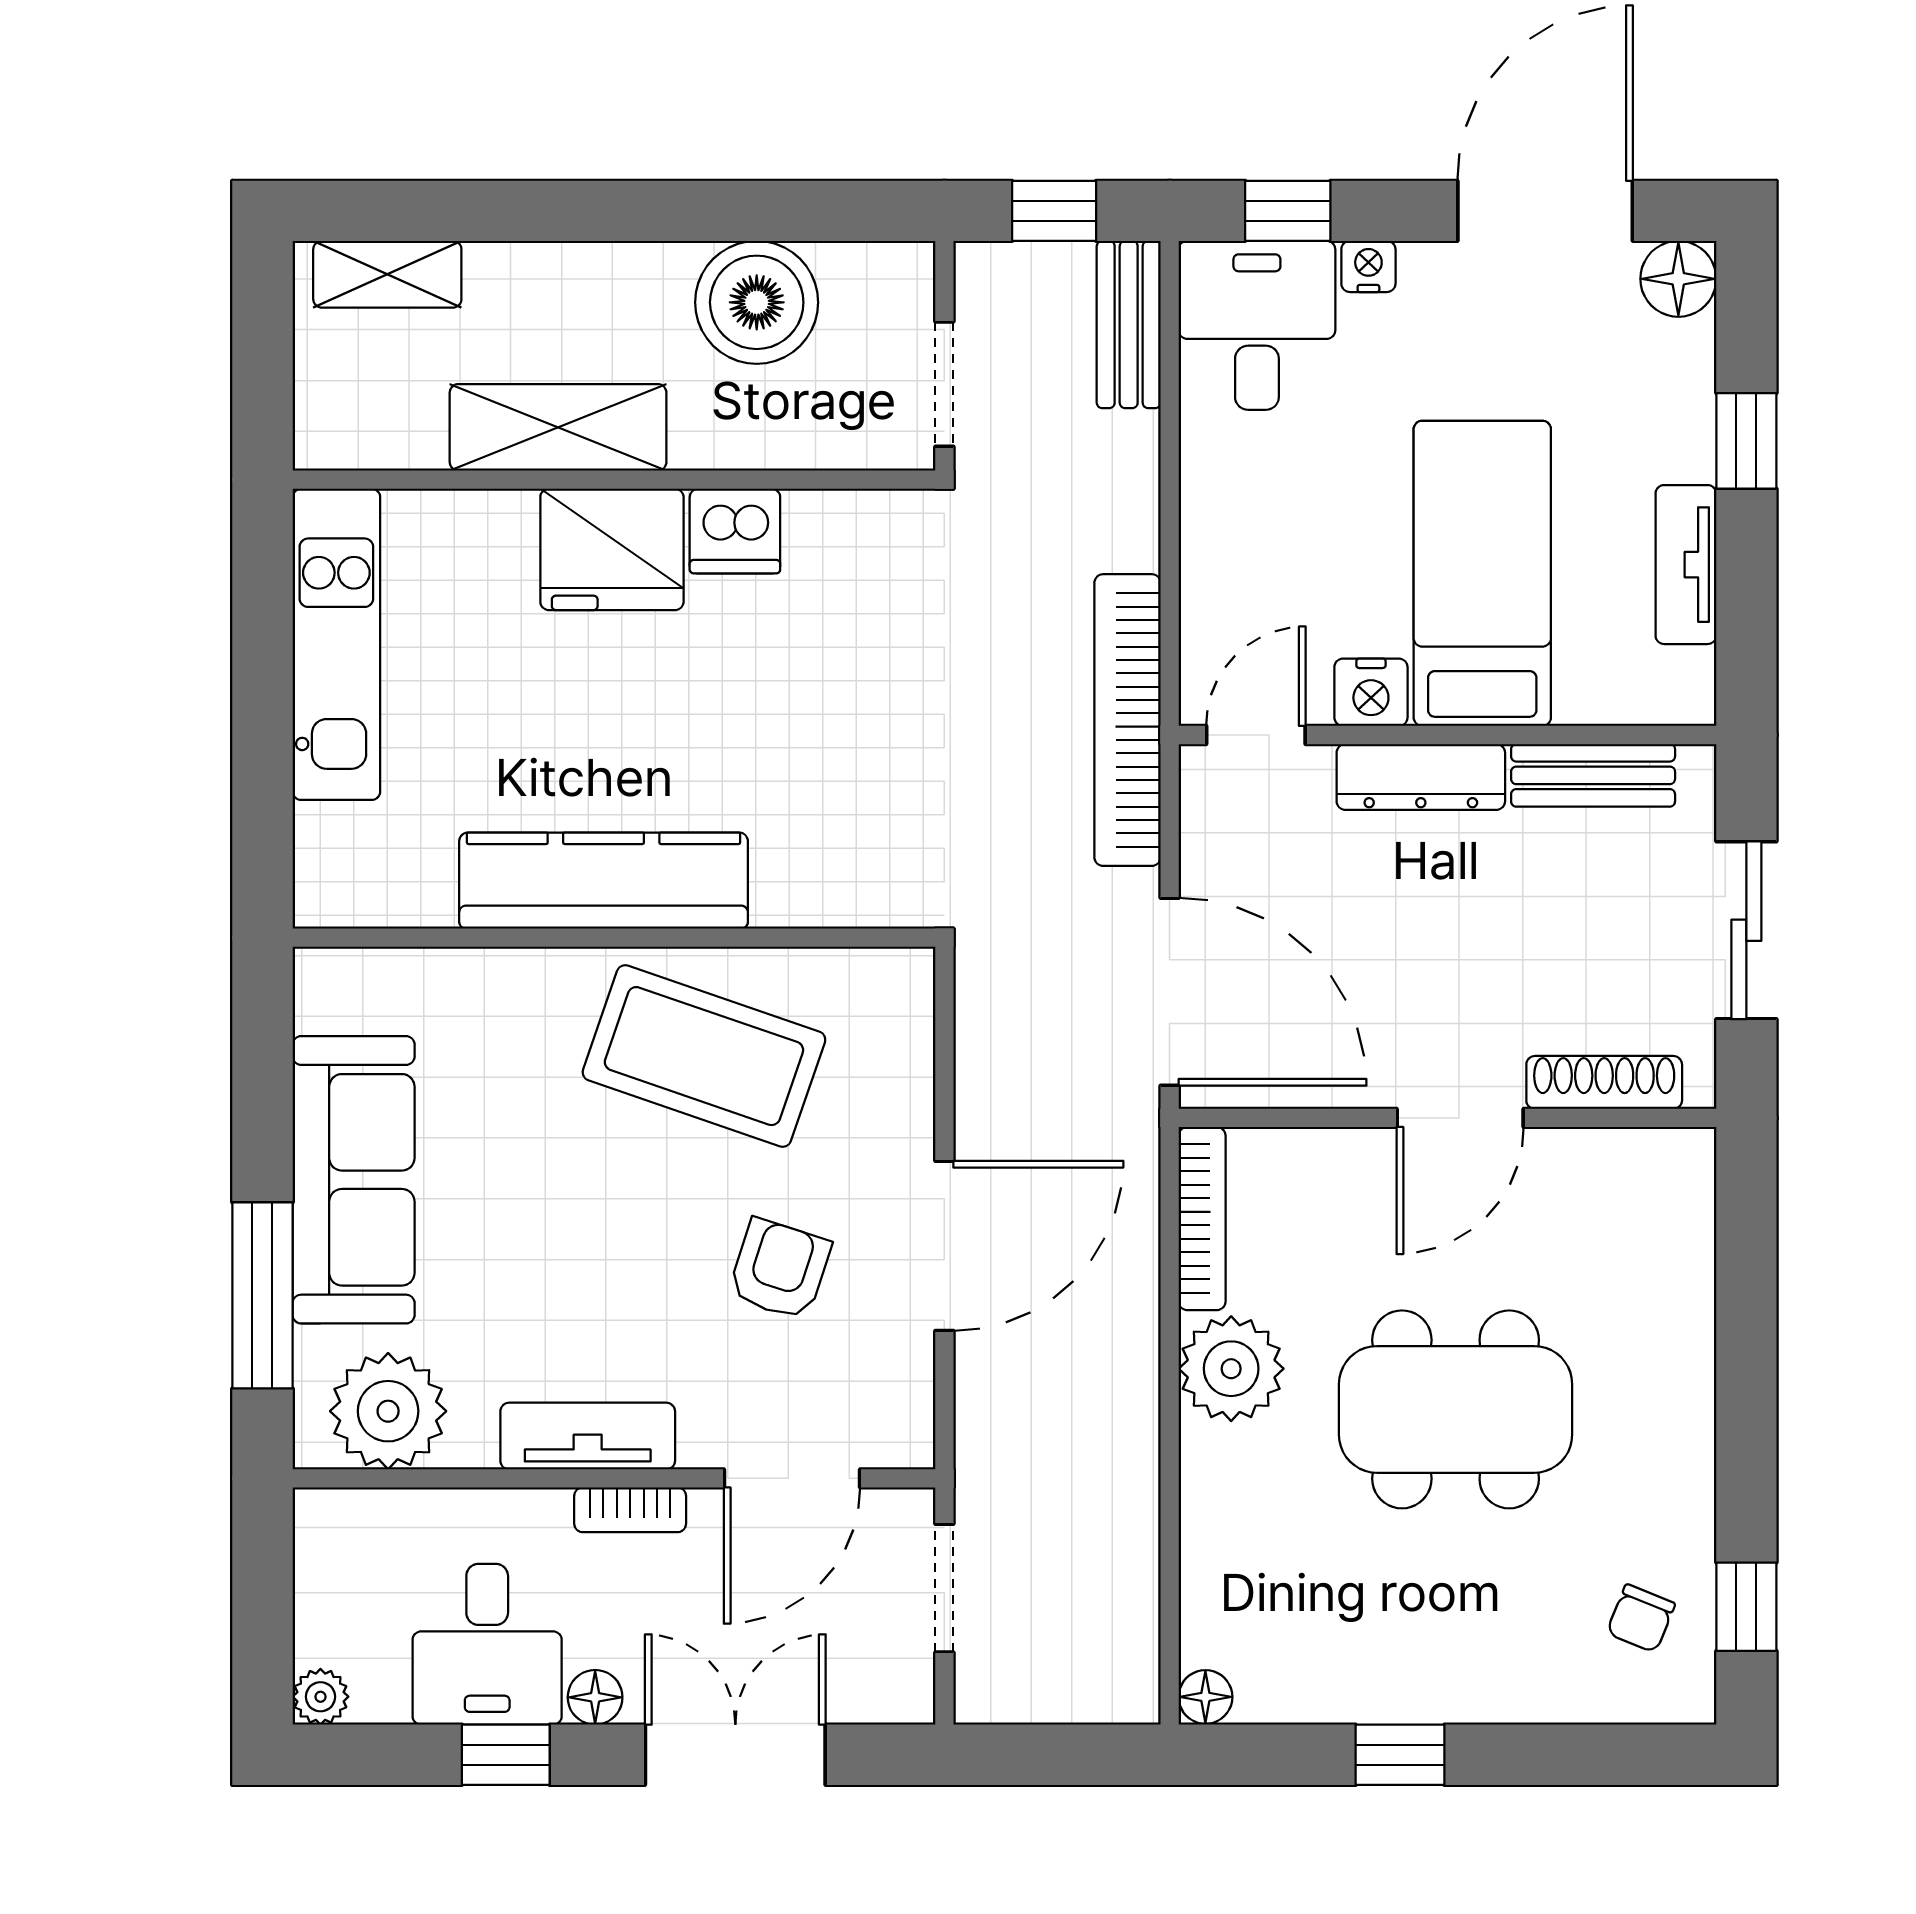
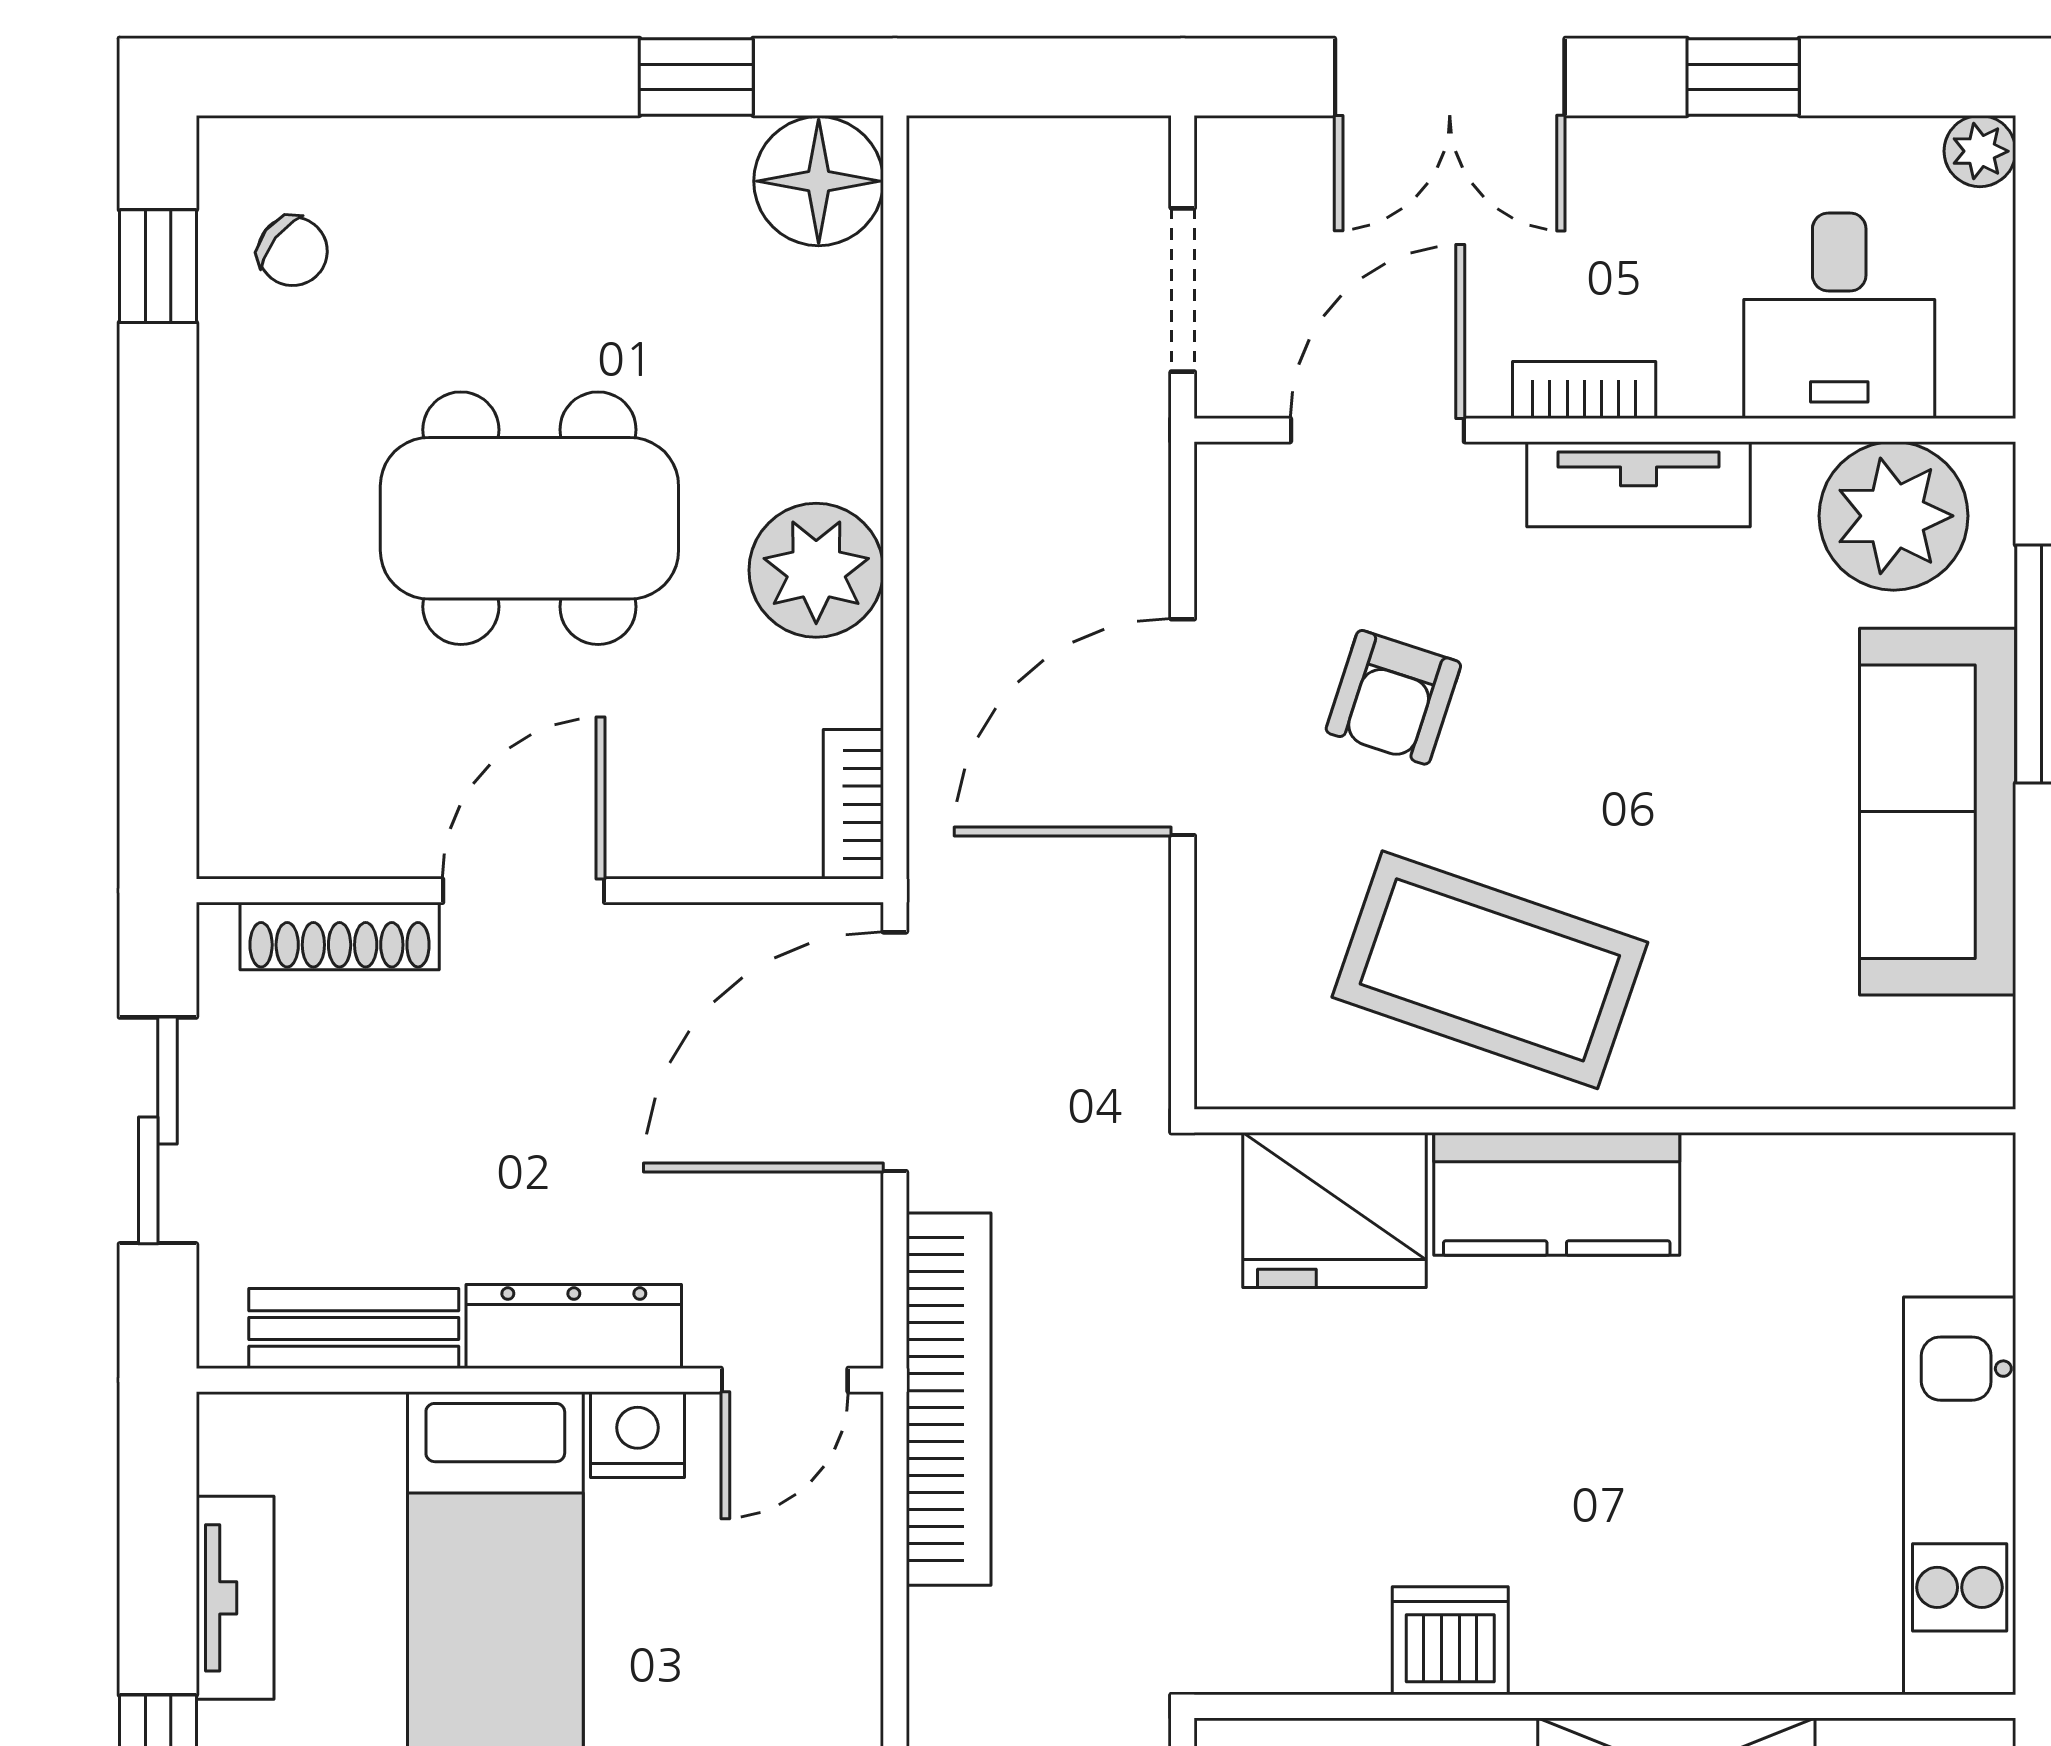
fridge: (612, 549) -> (1334, 1210), moved, turned 180
kitchen counter: (604, 881) -> (1557, 1194), width x0.67
door: (1170, 992) -> (895, 1052), hinge flipped
bookcase: (1202, 1219) -> (853, 804), width x0.64
chair: (1641, 1618) -> (293, 251), turned 106
desk: (487, 1644) -> (1839, 316), moved, turned 180
floor lamp: (595, 1697) -> (1629, 150), removed
floor lamp: (1205, 1697) -> (819, 181), width x1.89, depth x1.89
window: (1400, 1755) -> (696, 77), moved

